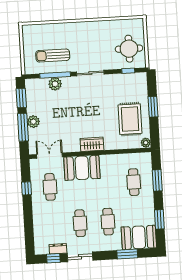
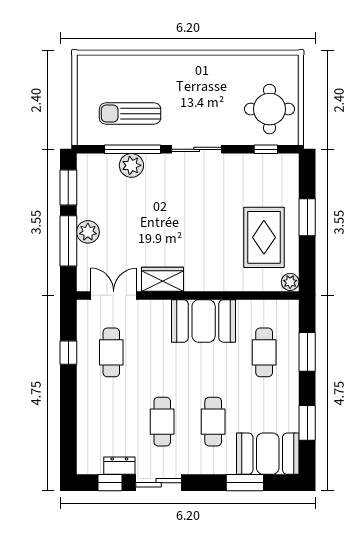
wardrobe: (92, 144) -> (162, 279), moved
booth: (82, 168) -> (204, 321), moved

